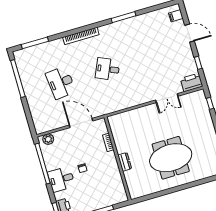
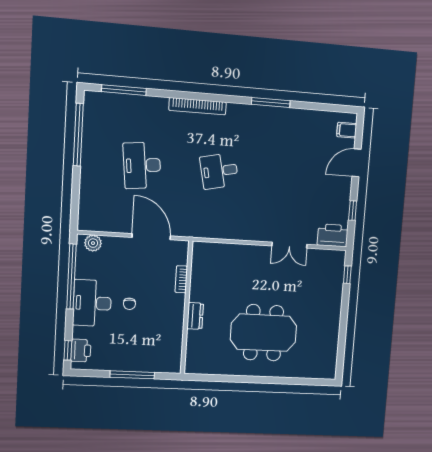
door: (190, 33) -> (357, 163), swing flipped
desk: (108, 69) -> (219, 171), turned -36
desk: (61, 179) -> (92, 303), width x1.37

